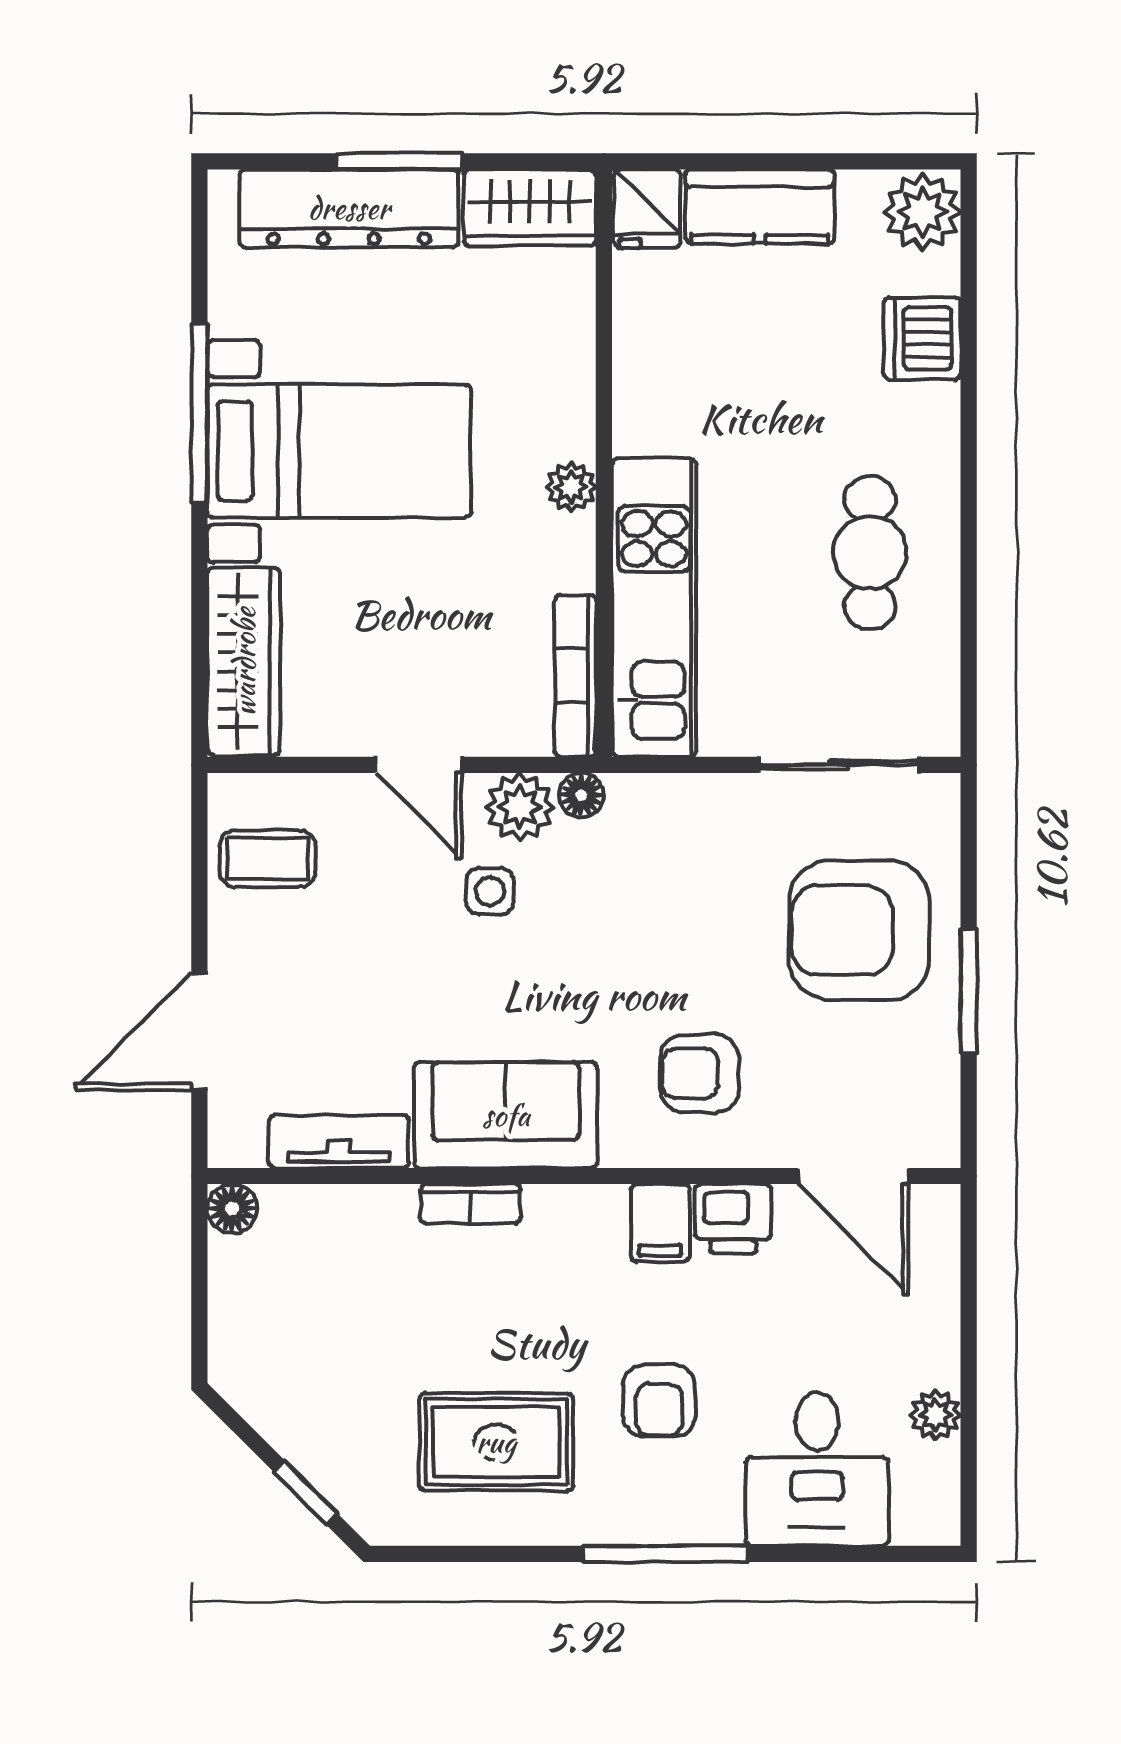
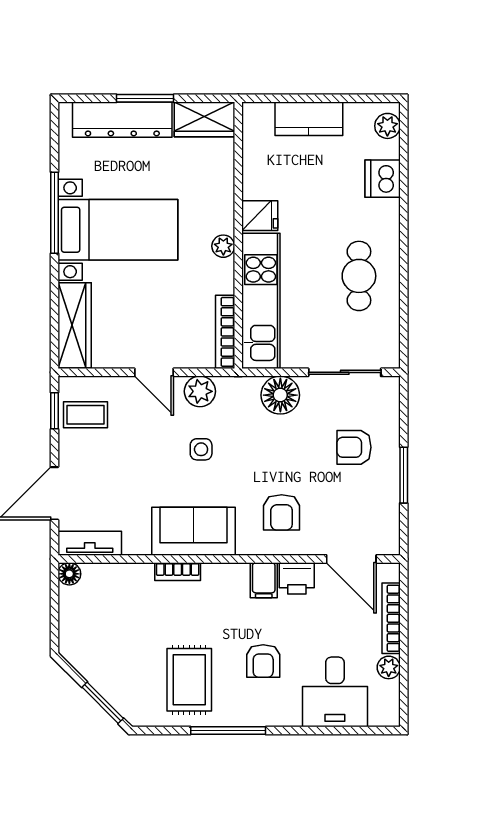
fridge: (647, 209) -> (260, 216), moved, turned -90
plant: (922, 212) -> (387, 126), width x0.73, depth x0.73
floor lamp: (581, 795) -> (280, 395), moved, width x1.89, depth x1.89
window: (199, 850) -> (54, 411), added
side table: (490, 891) -> (201, 449), moved
armchair: (859, 930) -> (354, 447), width x0.53, depth x0.53
armchair: (700, 1074) -> (282, 512), turned -90
tv unit: (339, 1141) -> (90, 543), moved
bookcase: (941, 1307) -> (391, 618), added
rug: (496, 1442) -> (189, 680), turned 90
window: (306, 1493) -> (103, 703), width x1.50
window: (665, 1554) -> (228, 731), moved

